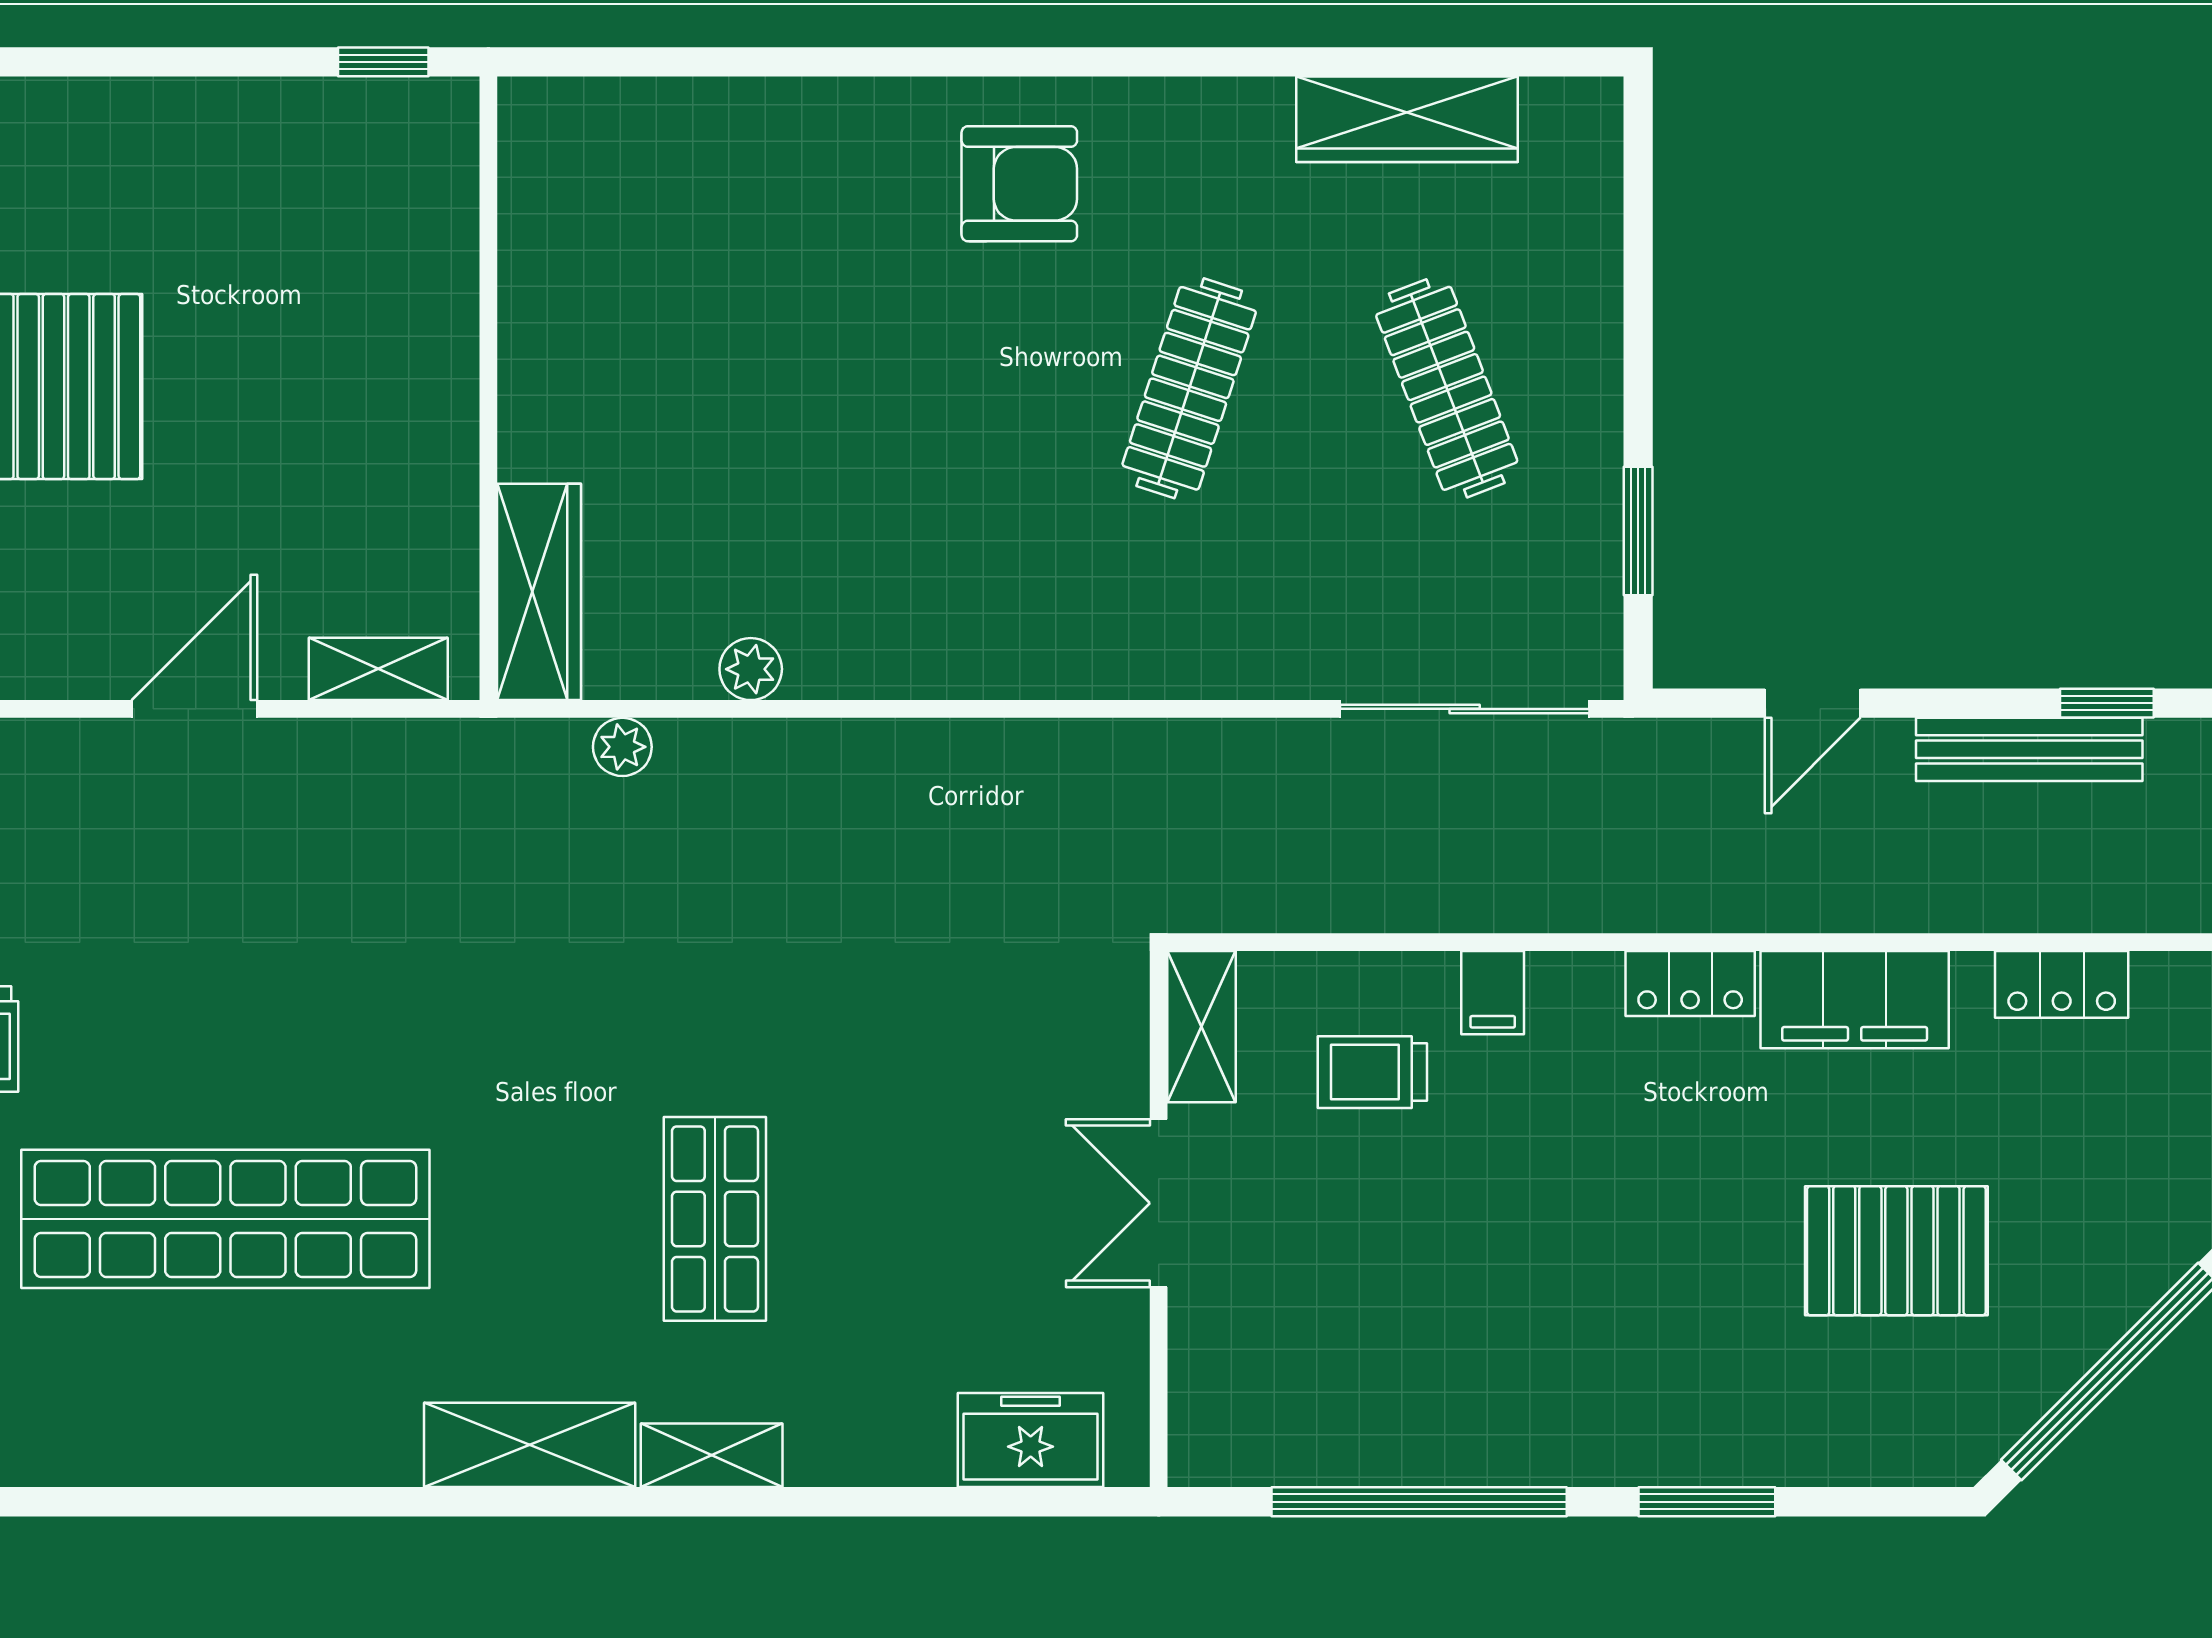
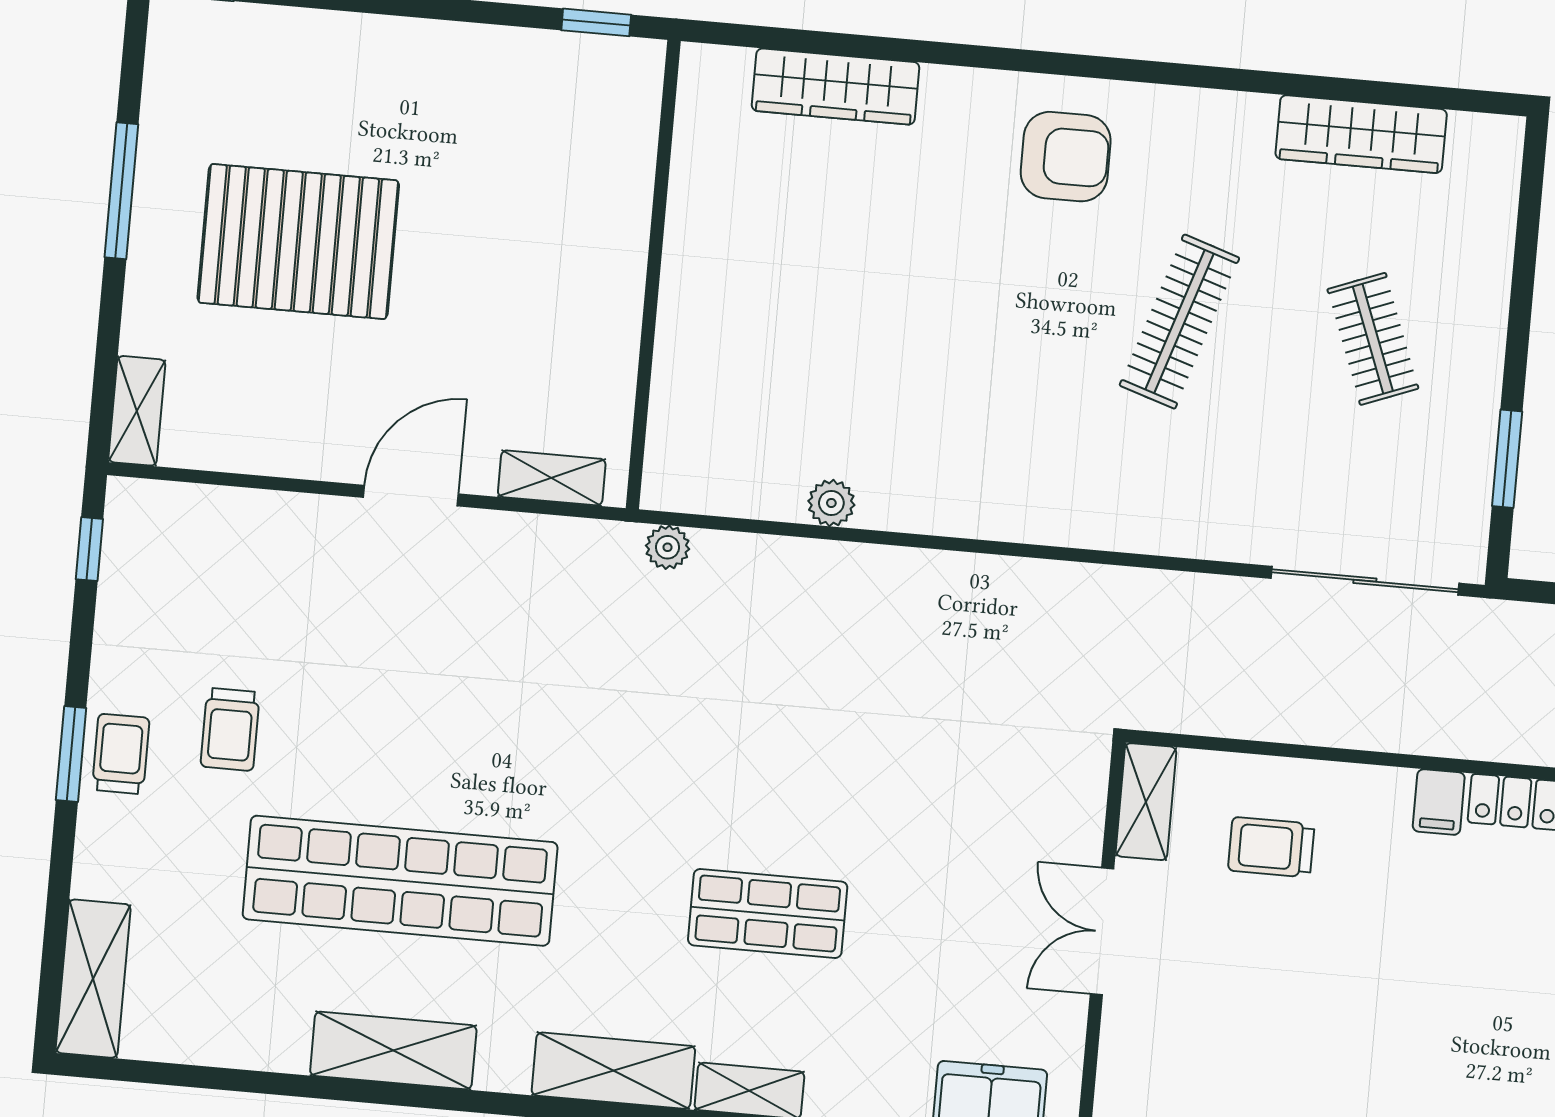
clothes rail: (1447, 388) -> (1373, 339), width x0.73
wardrobe: (539, 592) -> (836, 87), moved, turned 90
plant: (622, 747) -> (668, 547), moved
filing cabinet: (1493, 993) -> (1439, 802), moved
shop shelf: (715, 1219) -> (768, 913), turned 90
shelving: (236, 1444) -> (393, 1051), added

